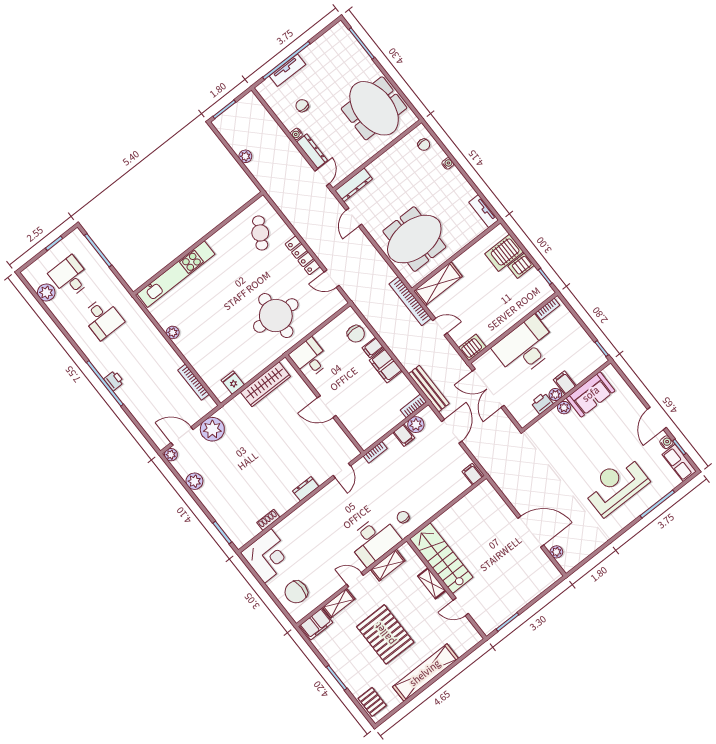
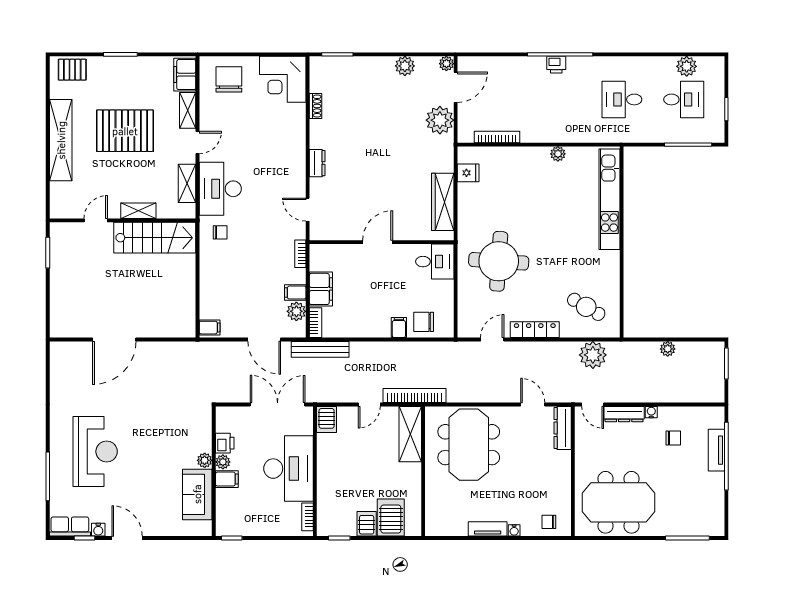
tv unit: (484, 211) -> (488, 529), moved
filing cabinet: (386, 366) -> (321, 289), moved, turned 90
plant: (556, 552) -> (593, 355), moved, width x1.88, depth x1.88

